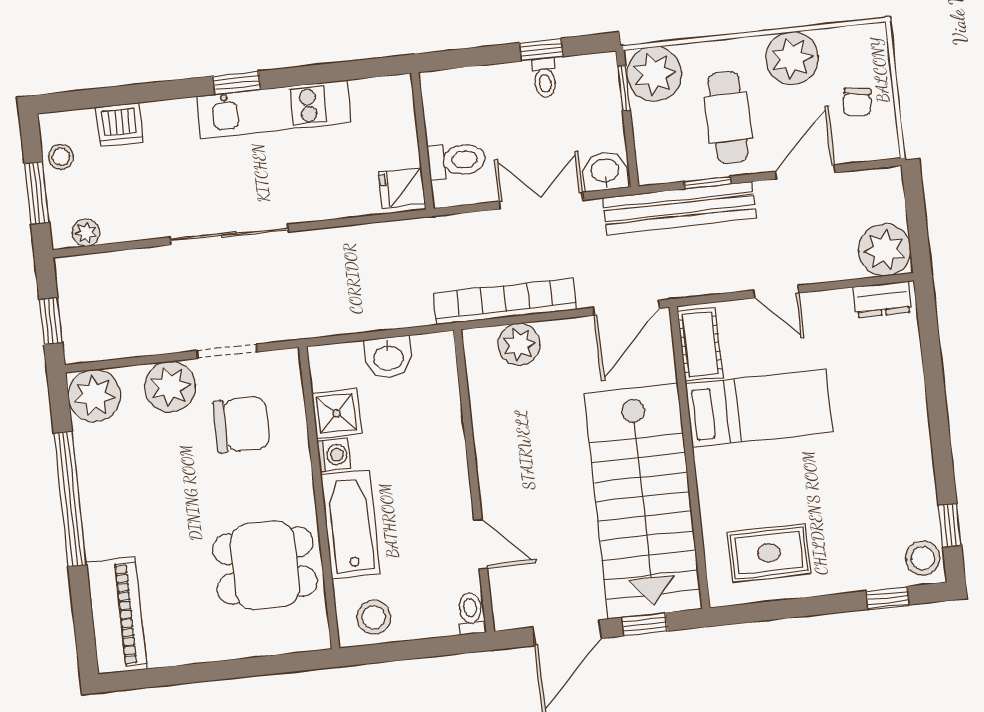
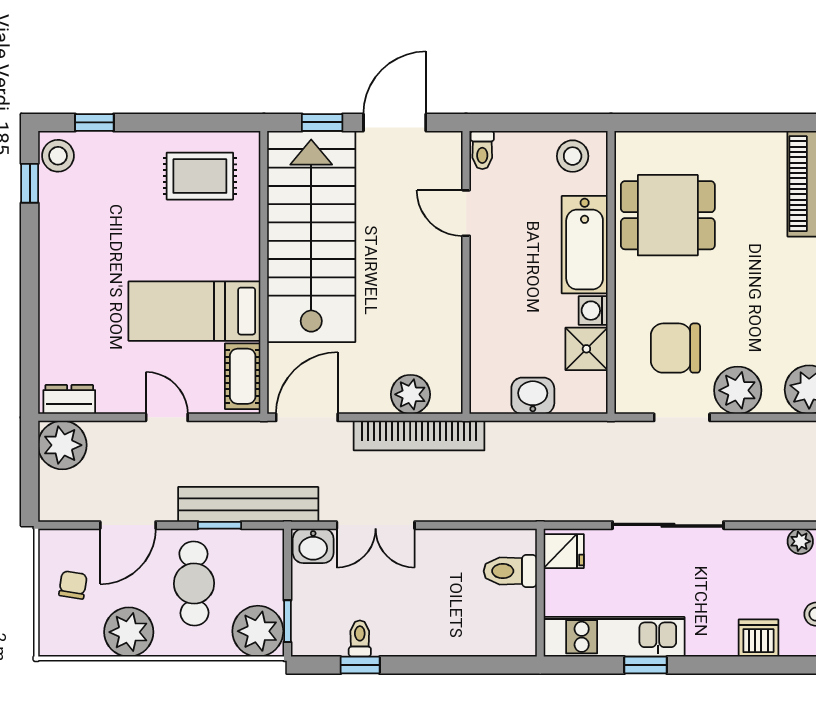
wall: (422, 141) -> (540, 593), moved
toilet: (457, 160) -> (510, 571), moved
fridge: (402, 188) -> (564, 551), moved

